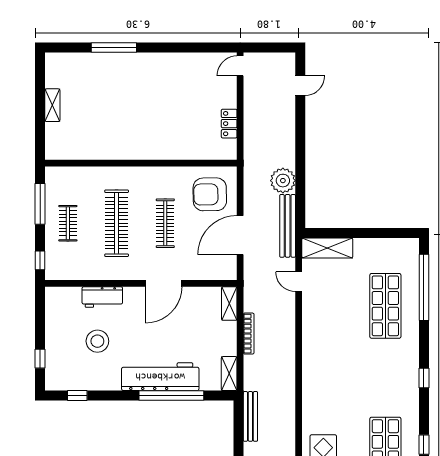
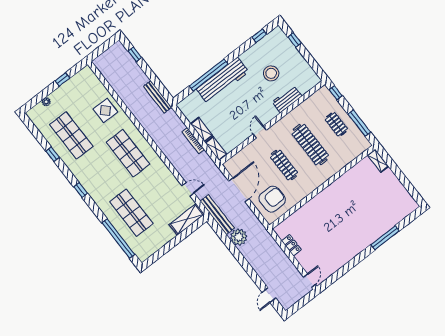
shelving: (52, 105) -> (378, 161), moved
door: (164, 283) -> (260, 132), width x0.53
shelving: (229, 374) -> (201, 130), moved
shop shelf: (336, 378) -> (128, 153), added

